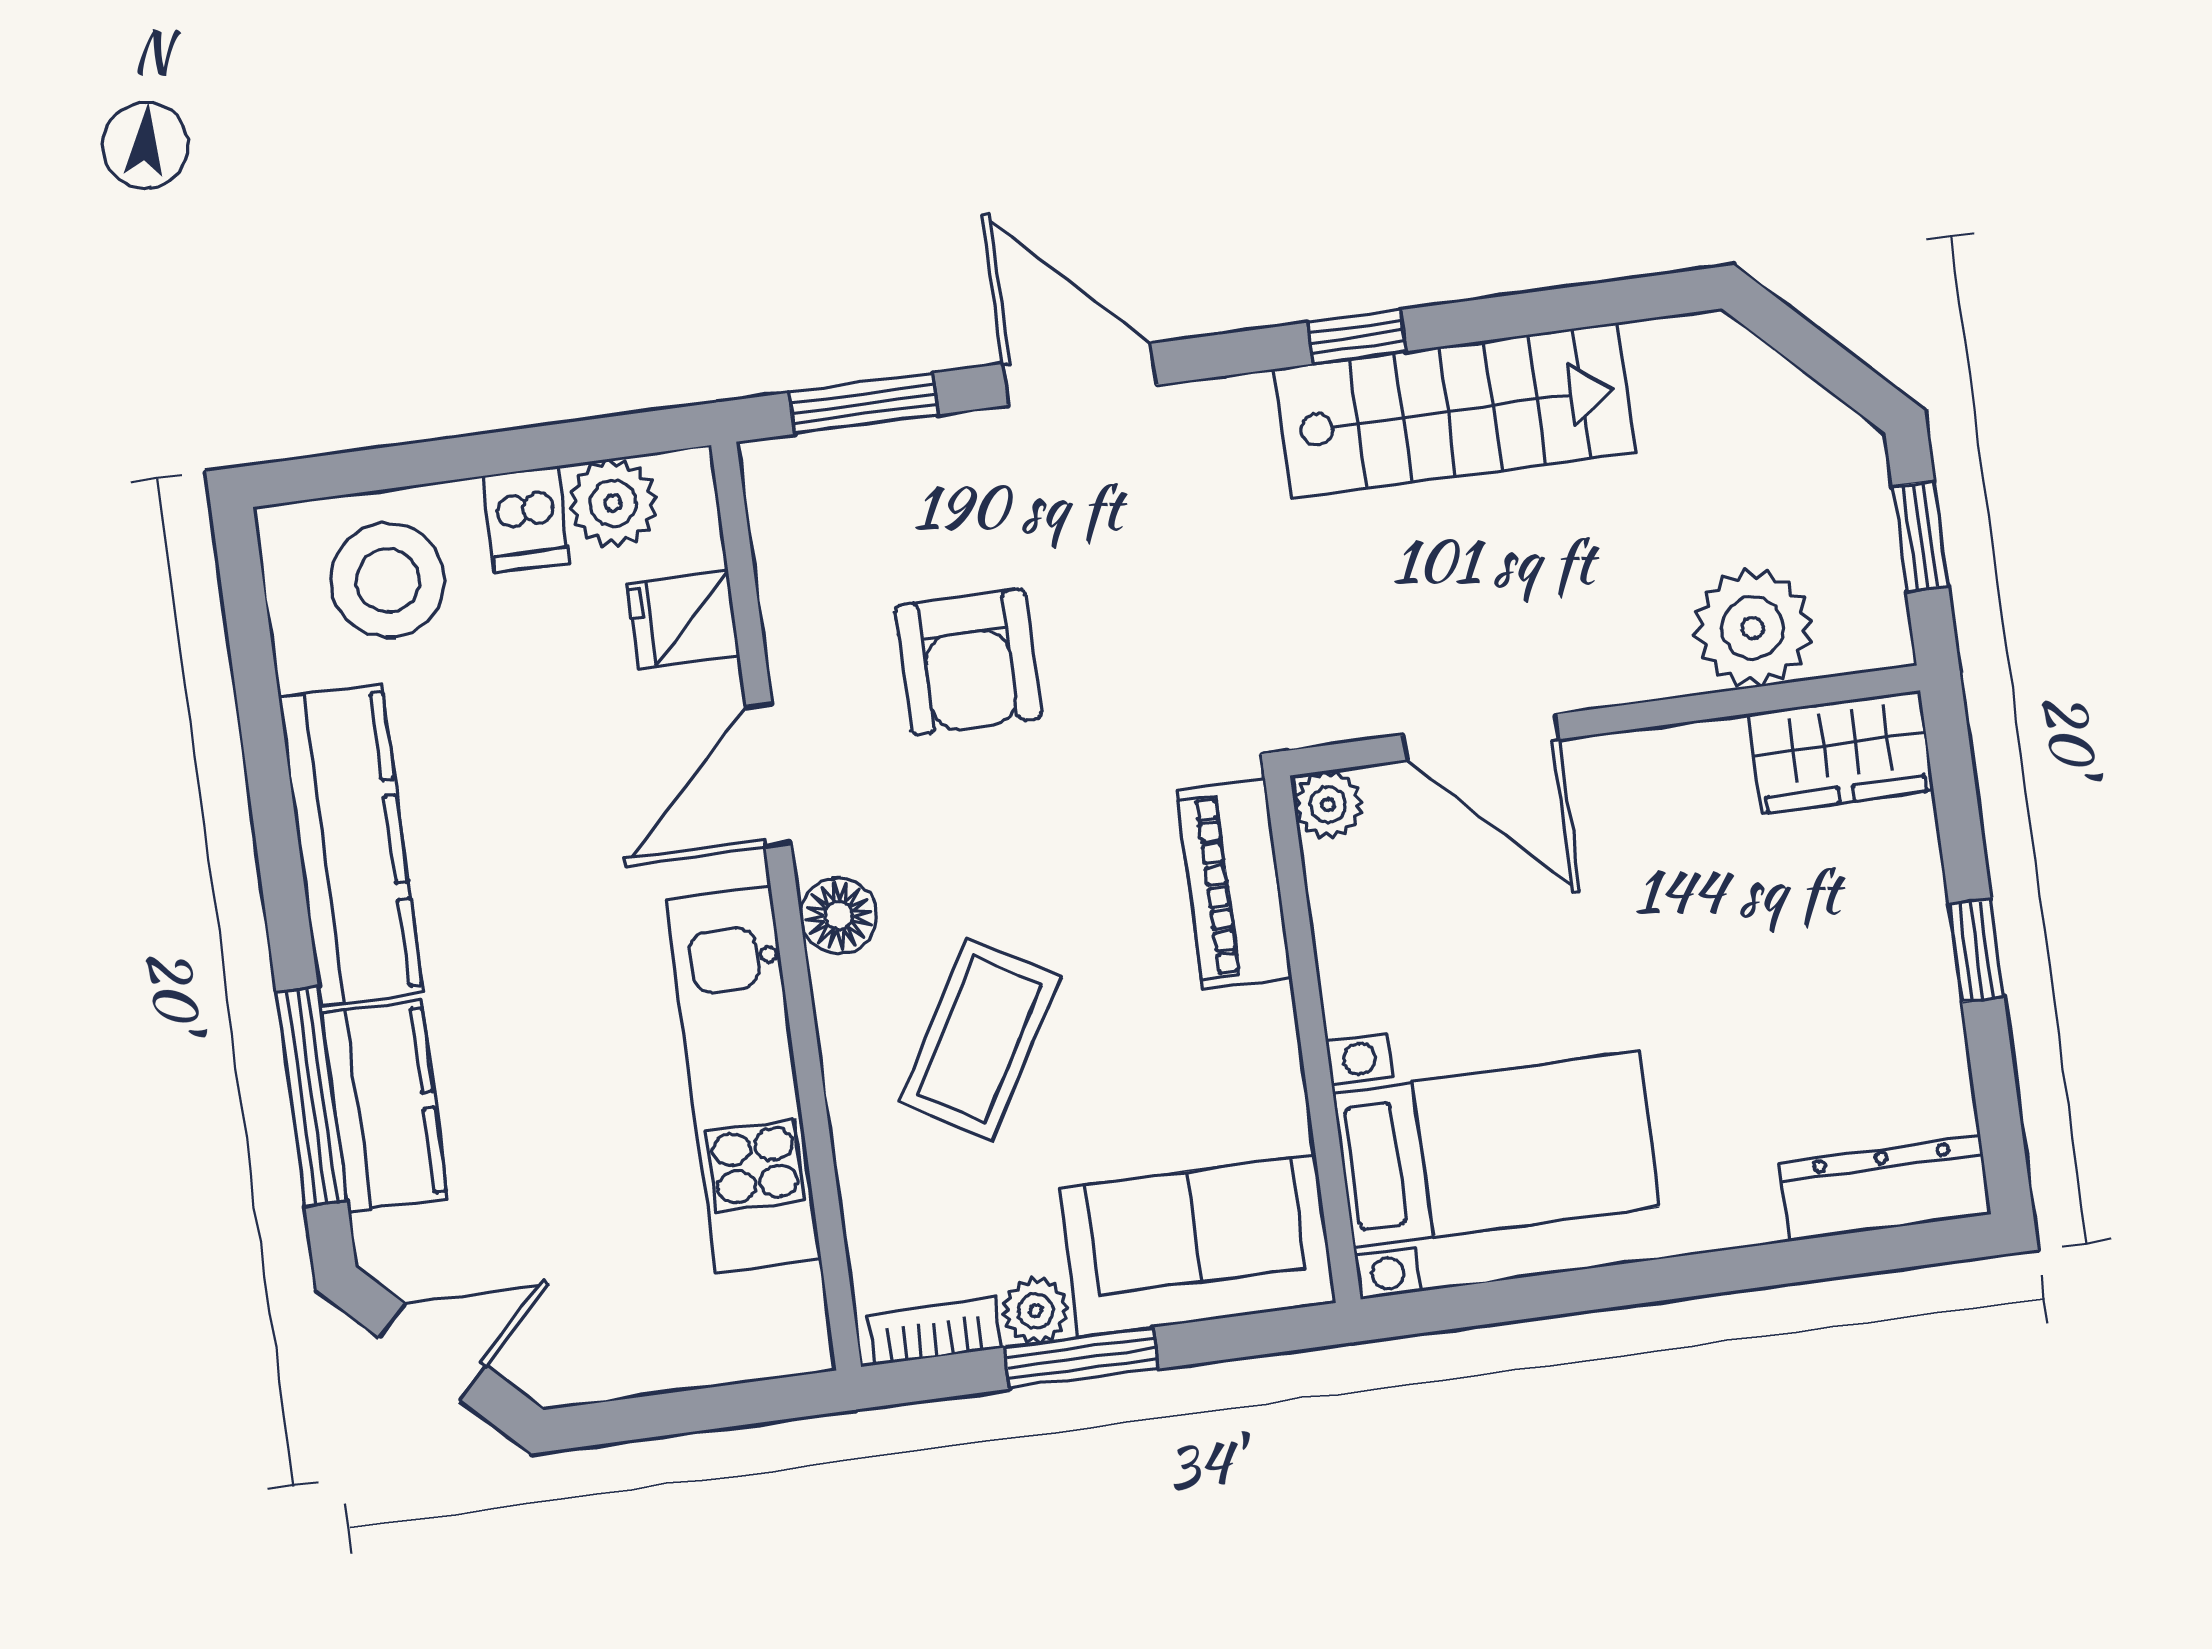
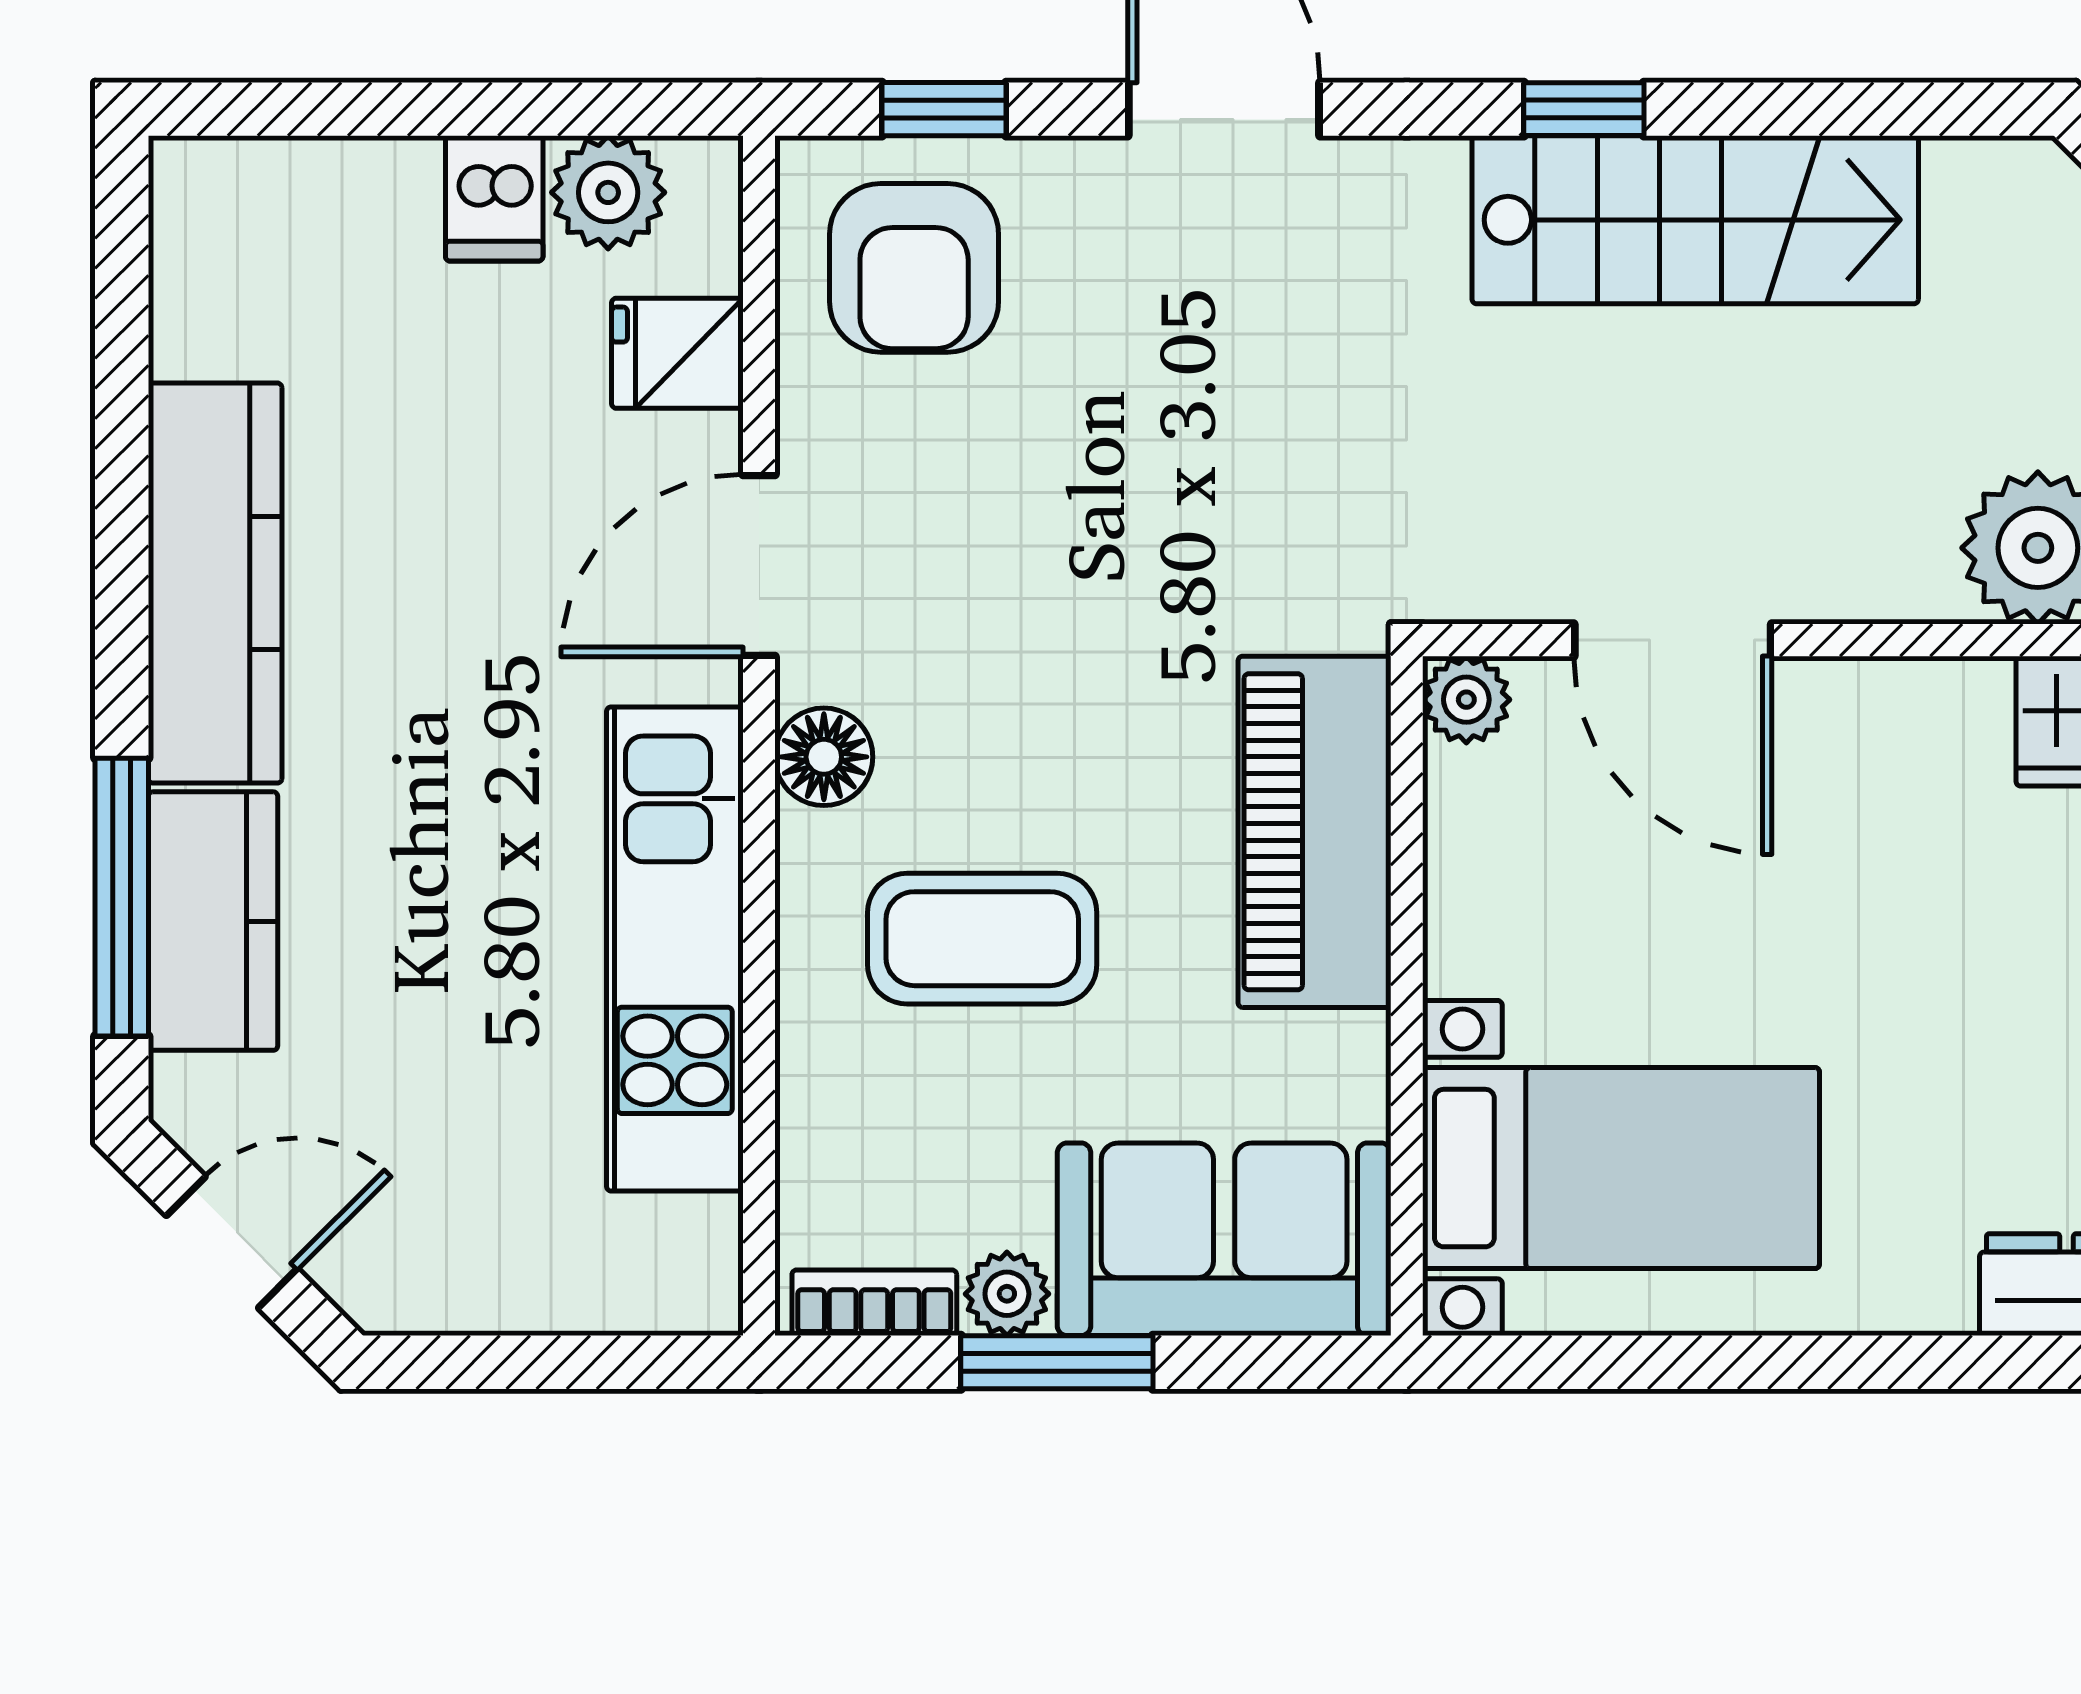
window: (864, 404) -> (944, 109), width x0.67
stool: (388, 580) -> (308, 252), removed
armchair: (968, 662) -> (914, 268), moved
piano: (1234, 884) -> (1314, 832), width x1.37, depth x1.33
coffee table: (980, 1039) -> (982, 939), turned 60

